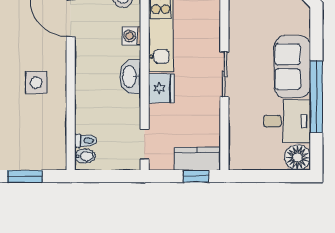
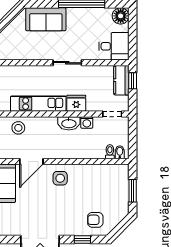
washing machine: (131, 36) -> (87, 122), moved
sofa: (292, 67) -> (46, 19), moved
side table: (36, 83) -> (60, 178), moved
desk: (287, 121) -> (114, 46), moved, turned 90

